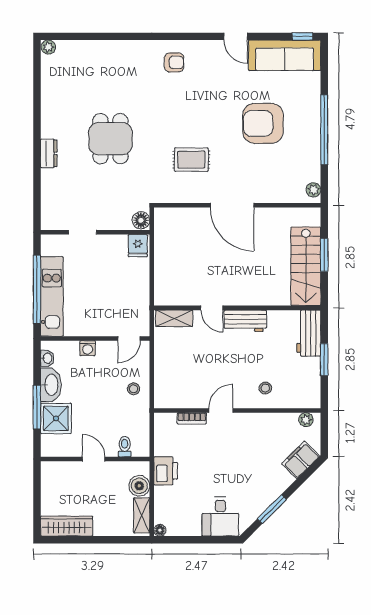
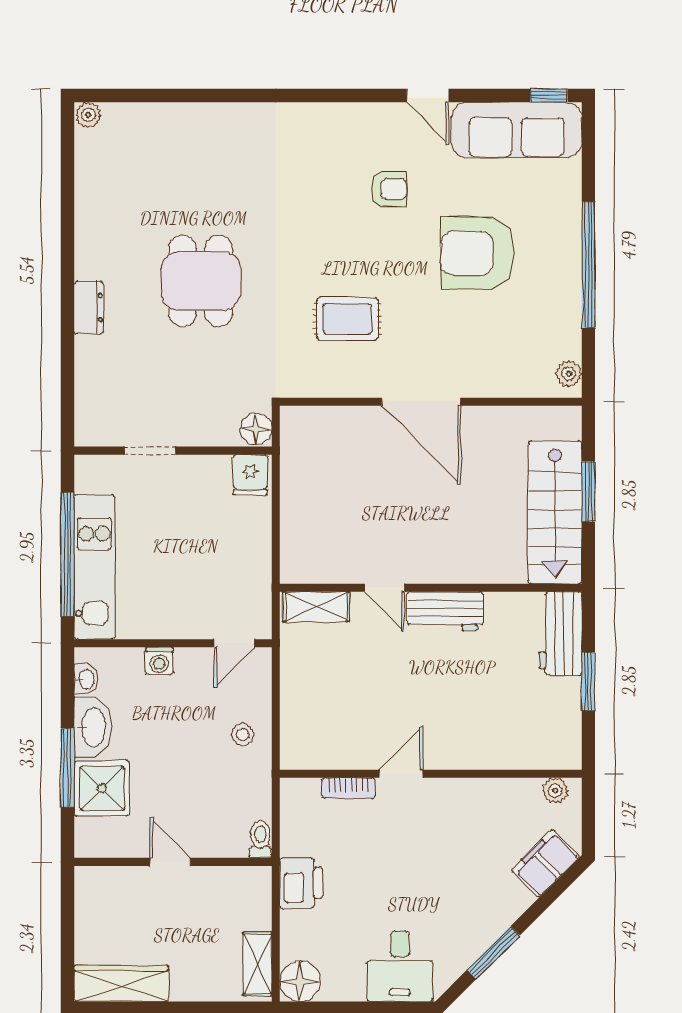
armchair: (174, 62) -> (389, 189), moved
stool: (265, 388) -> (482, 733), removed
toilet: (125, 447) -> (260, 839), moved
boiler: (139, 486) -> (253, 910), removed
floor lamp: (160, 530) -> (300, 981), width x1.89, depth x1.89

